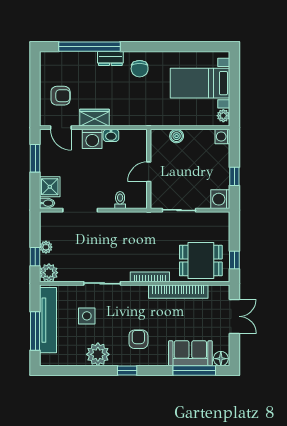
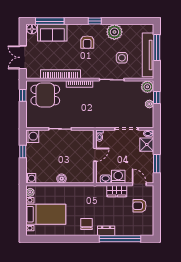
wall: (149, 169) -> (95, 157), moved
door: (149, 172) -> (95, 155), moved

